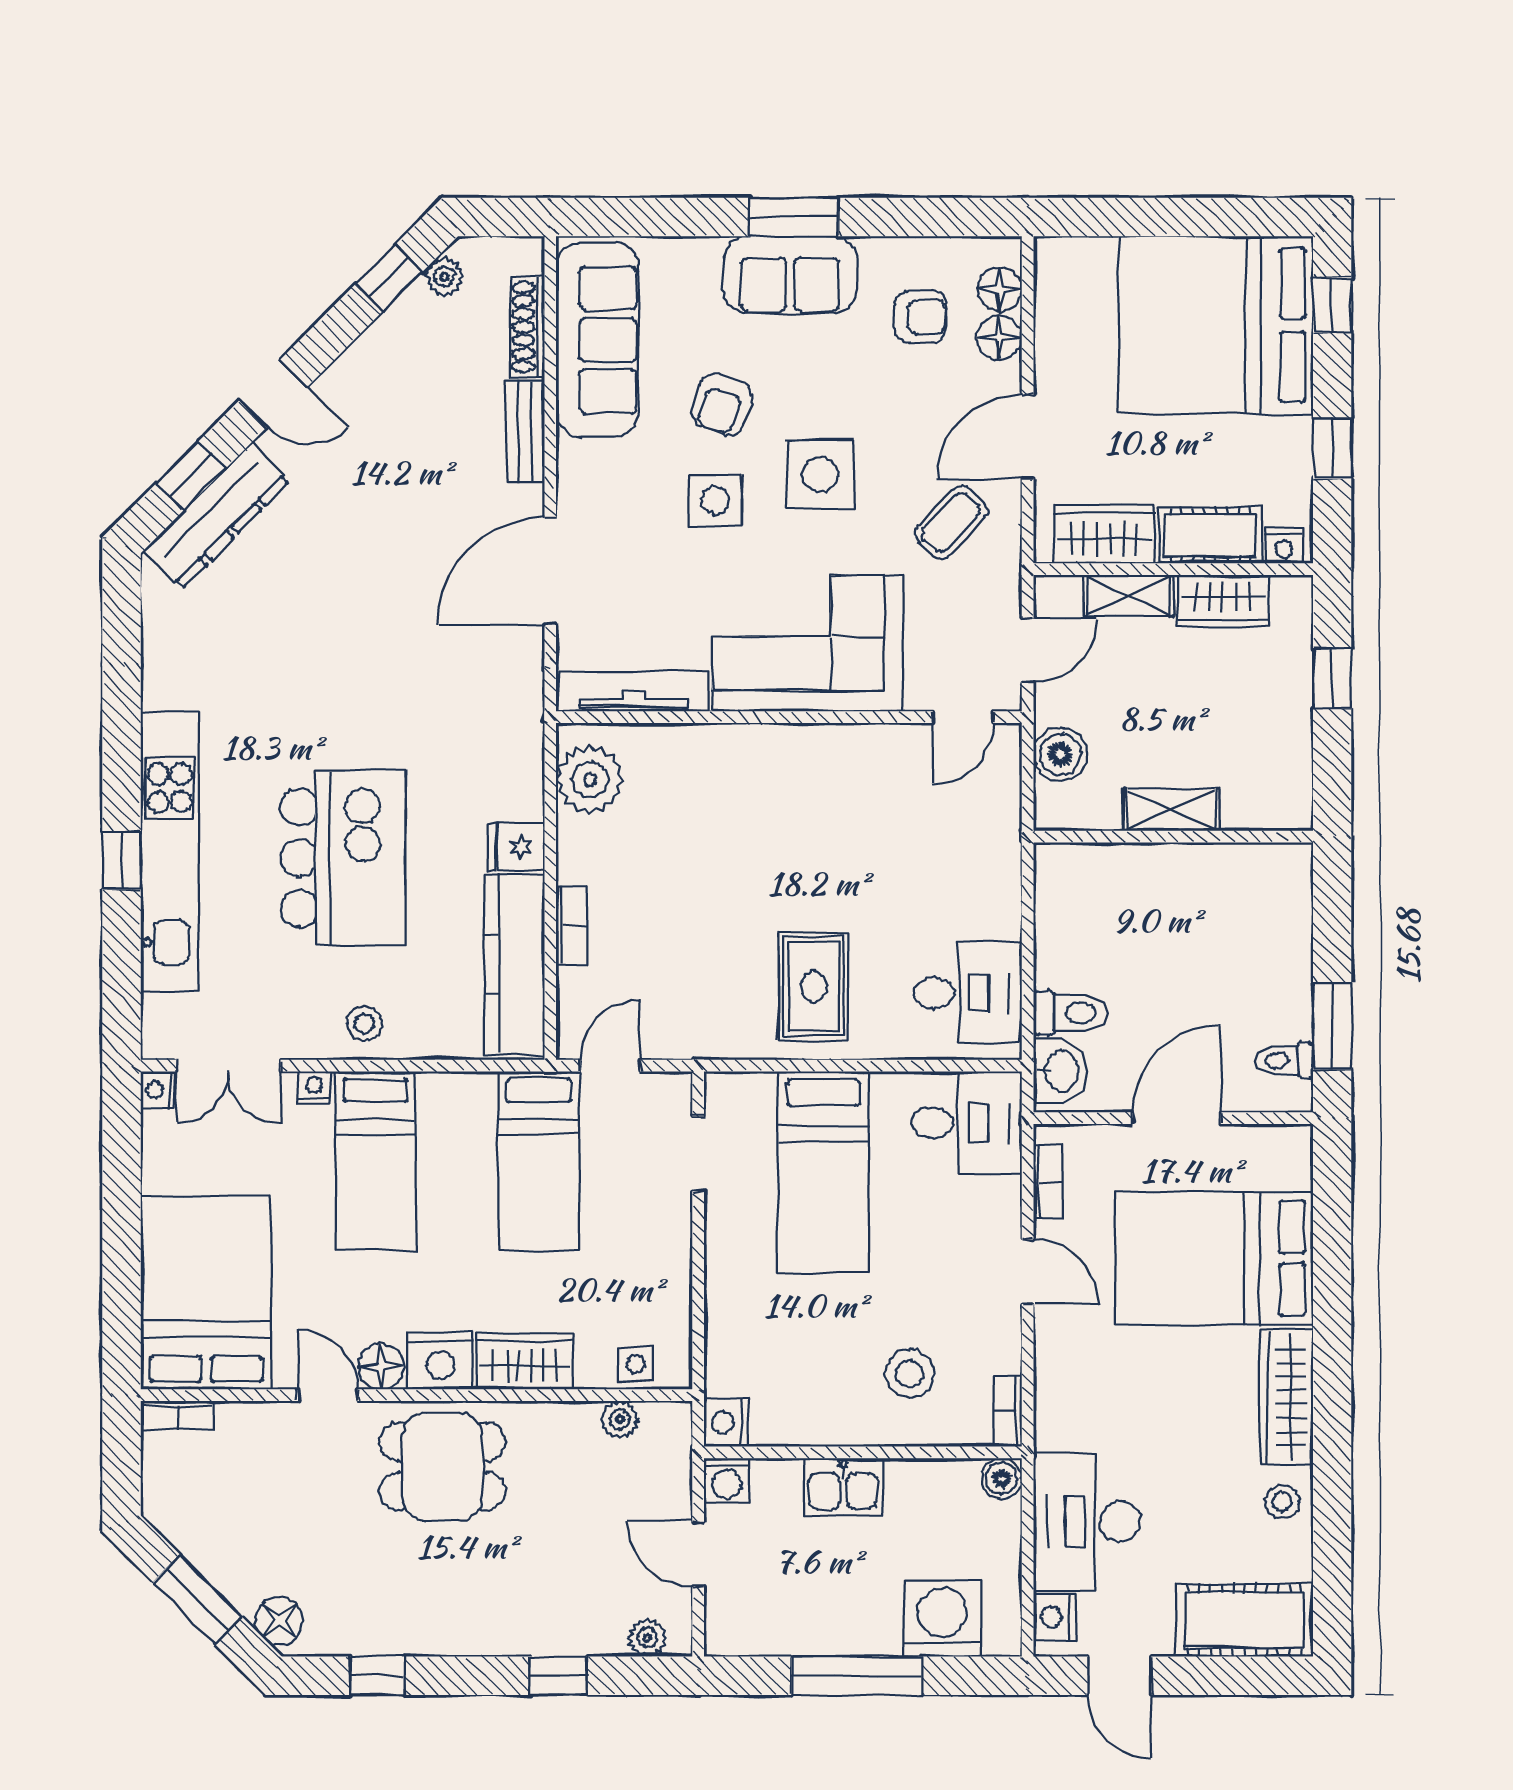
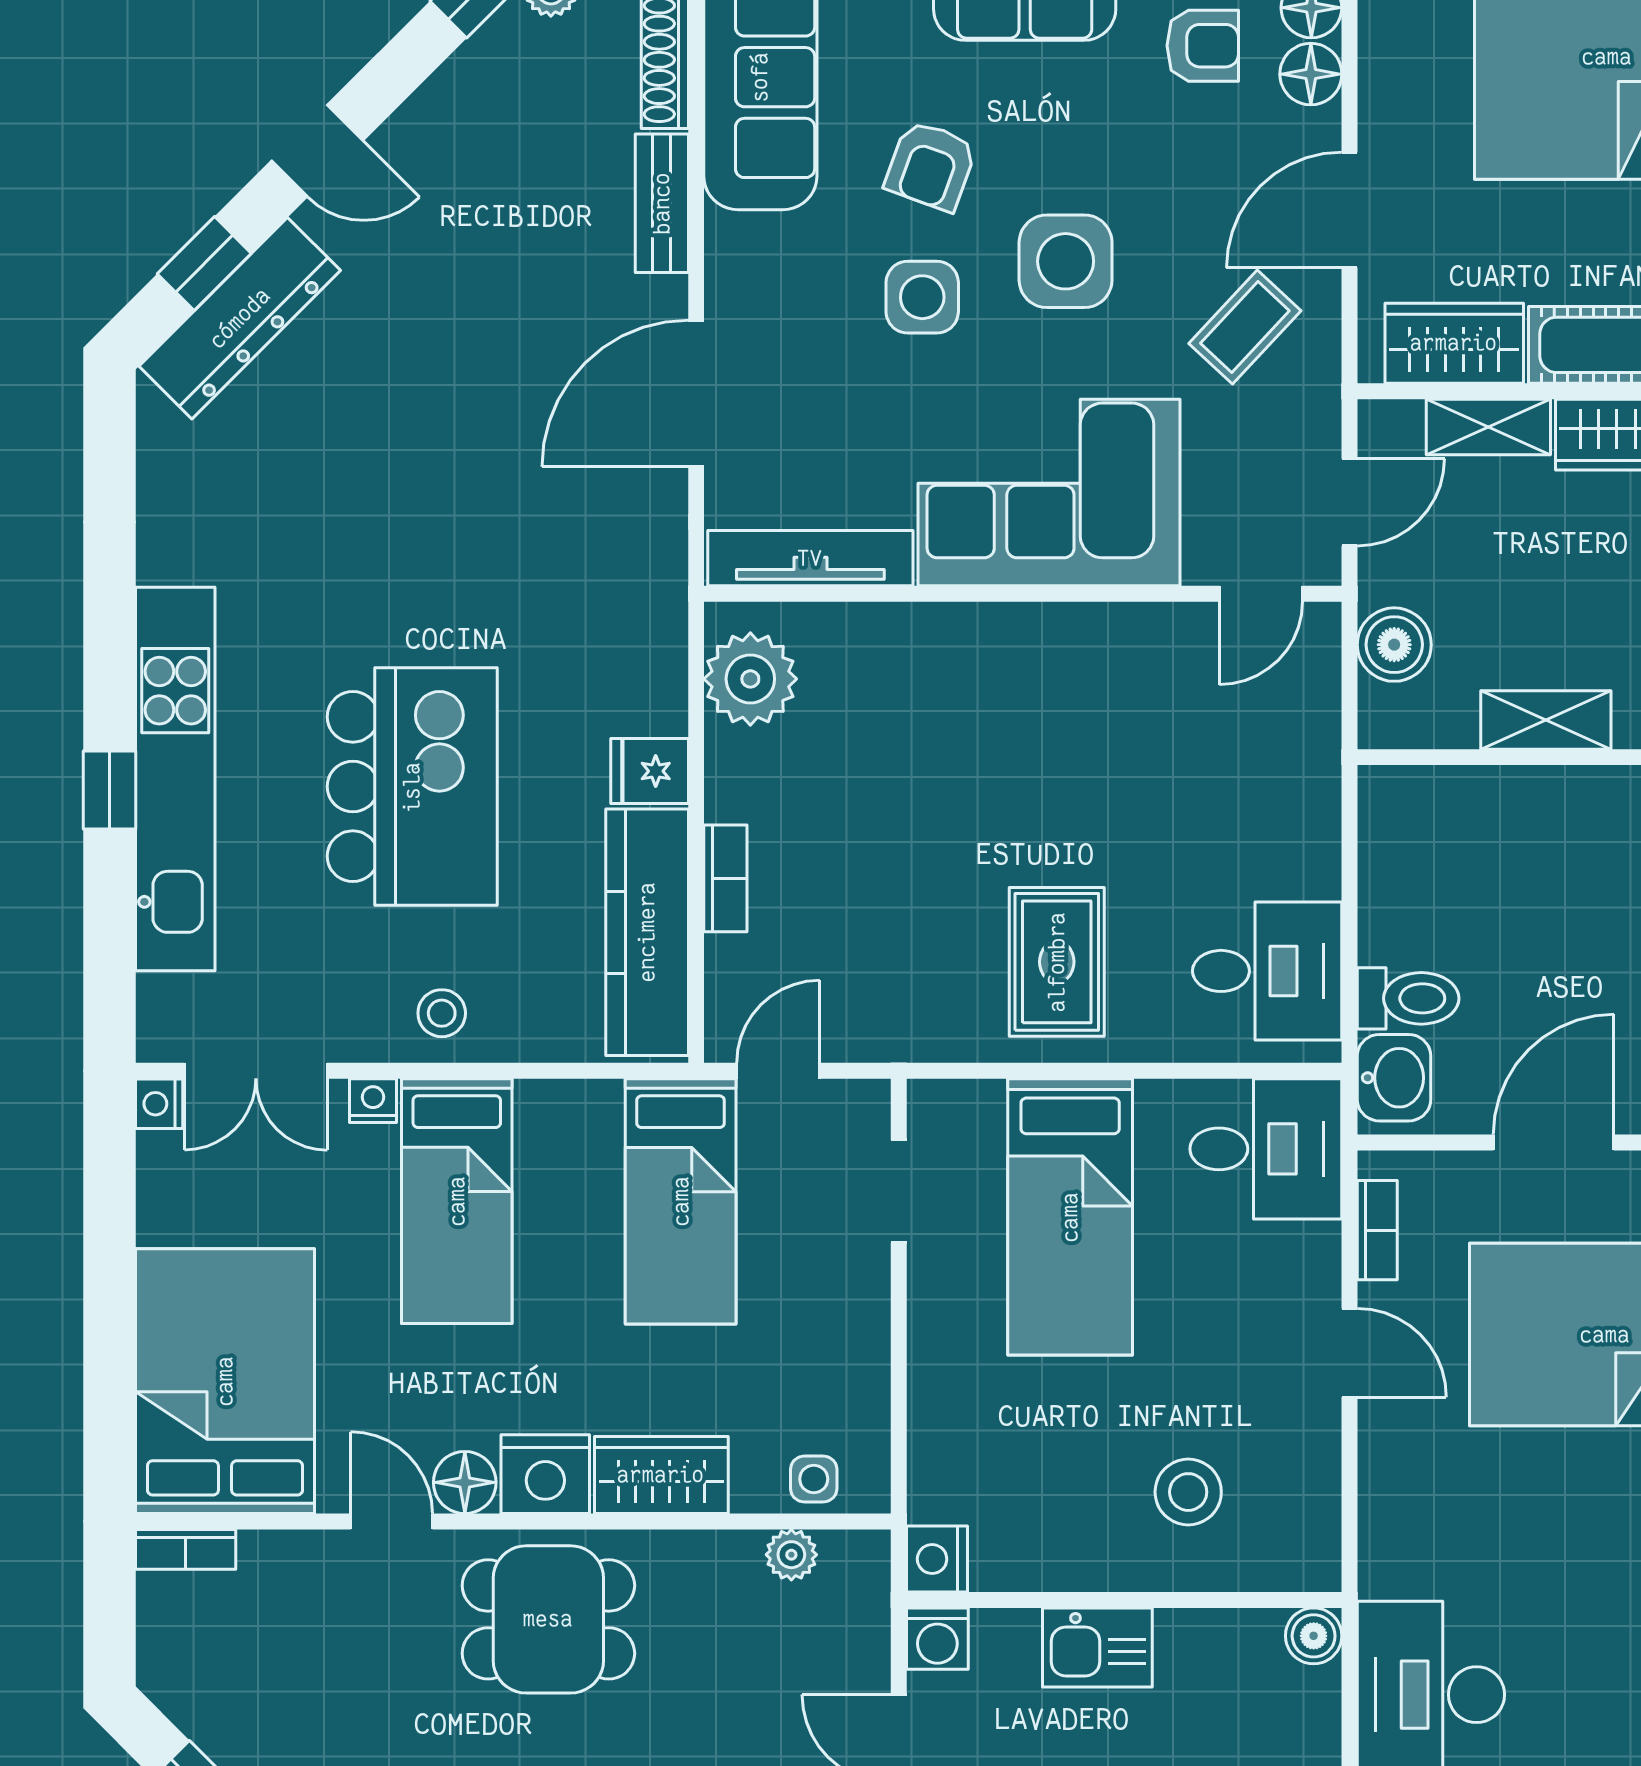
bookcase: (1008, 1411) -> (1322, 1543), removed

